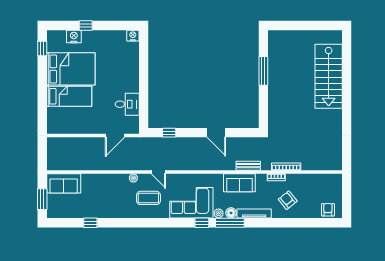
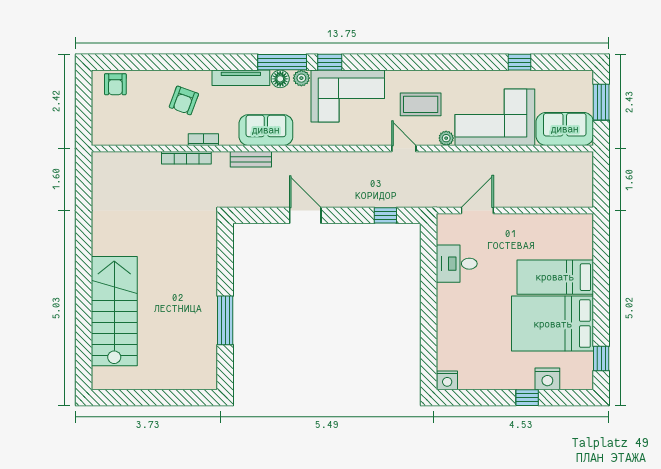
corner sofa: (105, 190) -> (495, 117), added
armchair: (288, 200) -> (184, 100), turned 59

